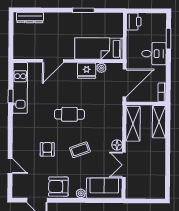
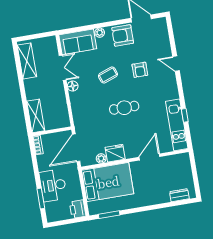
window: (83, 10) -> (109, 215), moved
dresser: (30, 18) -> (179, 195), width x0.70
bed: (99, 49) -> (108, 182), width x1.50
desk: (154, 54) -> (53, 185), width x1.37
shelving: (133, 124) -> (27, 61), moved
door: (10, 166) -> (176, 64), moved
armchair: (58, 187) -> (123, 35), turned 180

